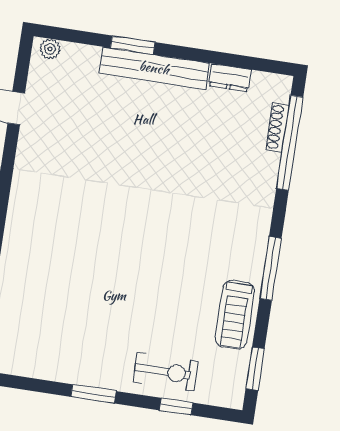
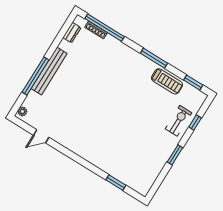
window: (133, 45) -> (36, 76), width x2.11
dresser: (230, 78) -> (72, 33), moved

